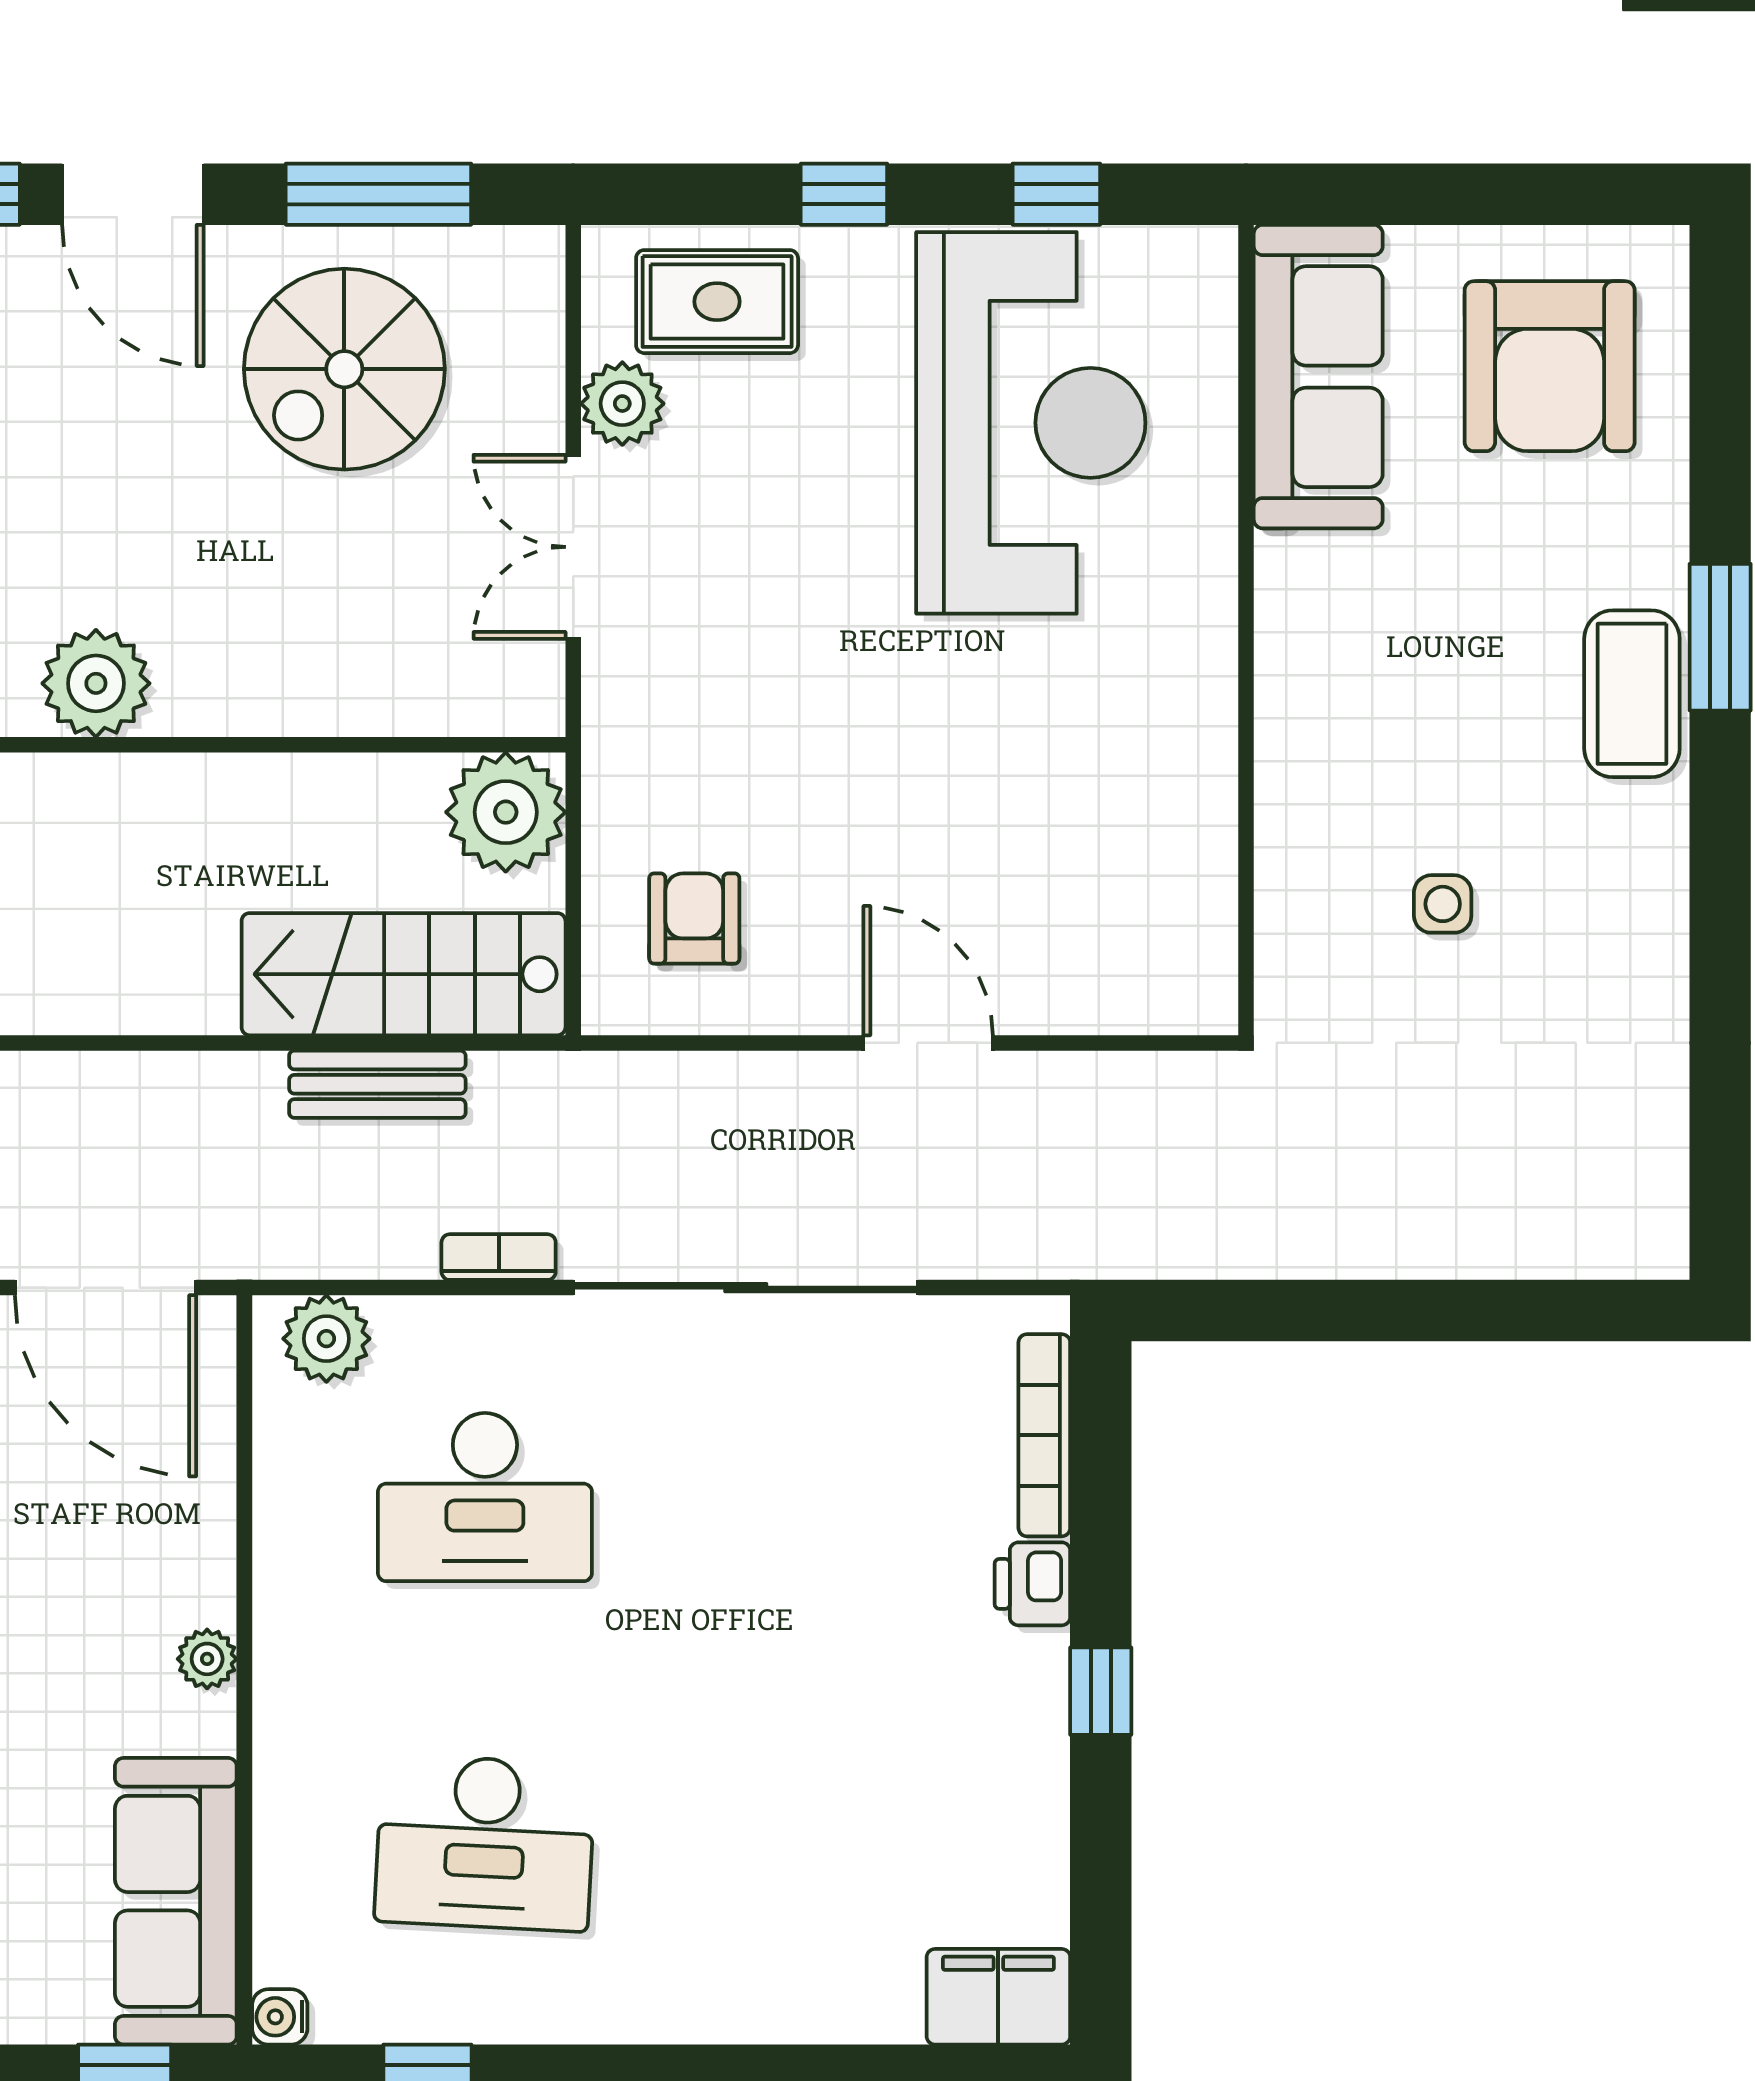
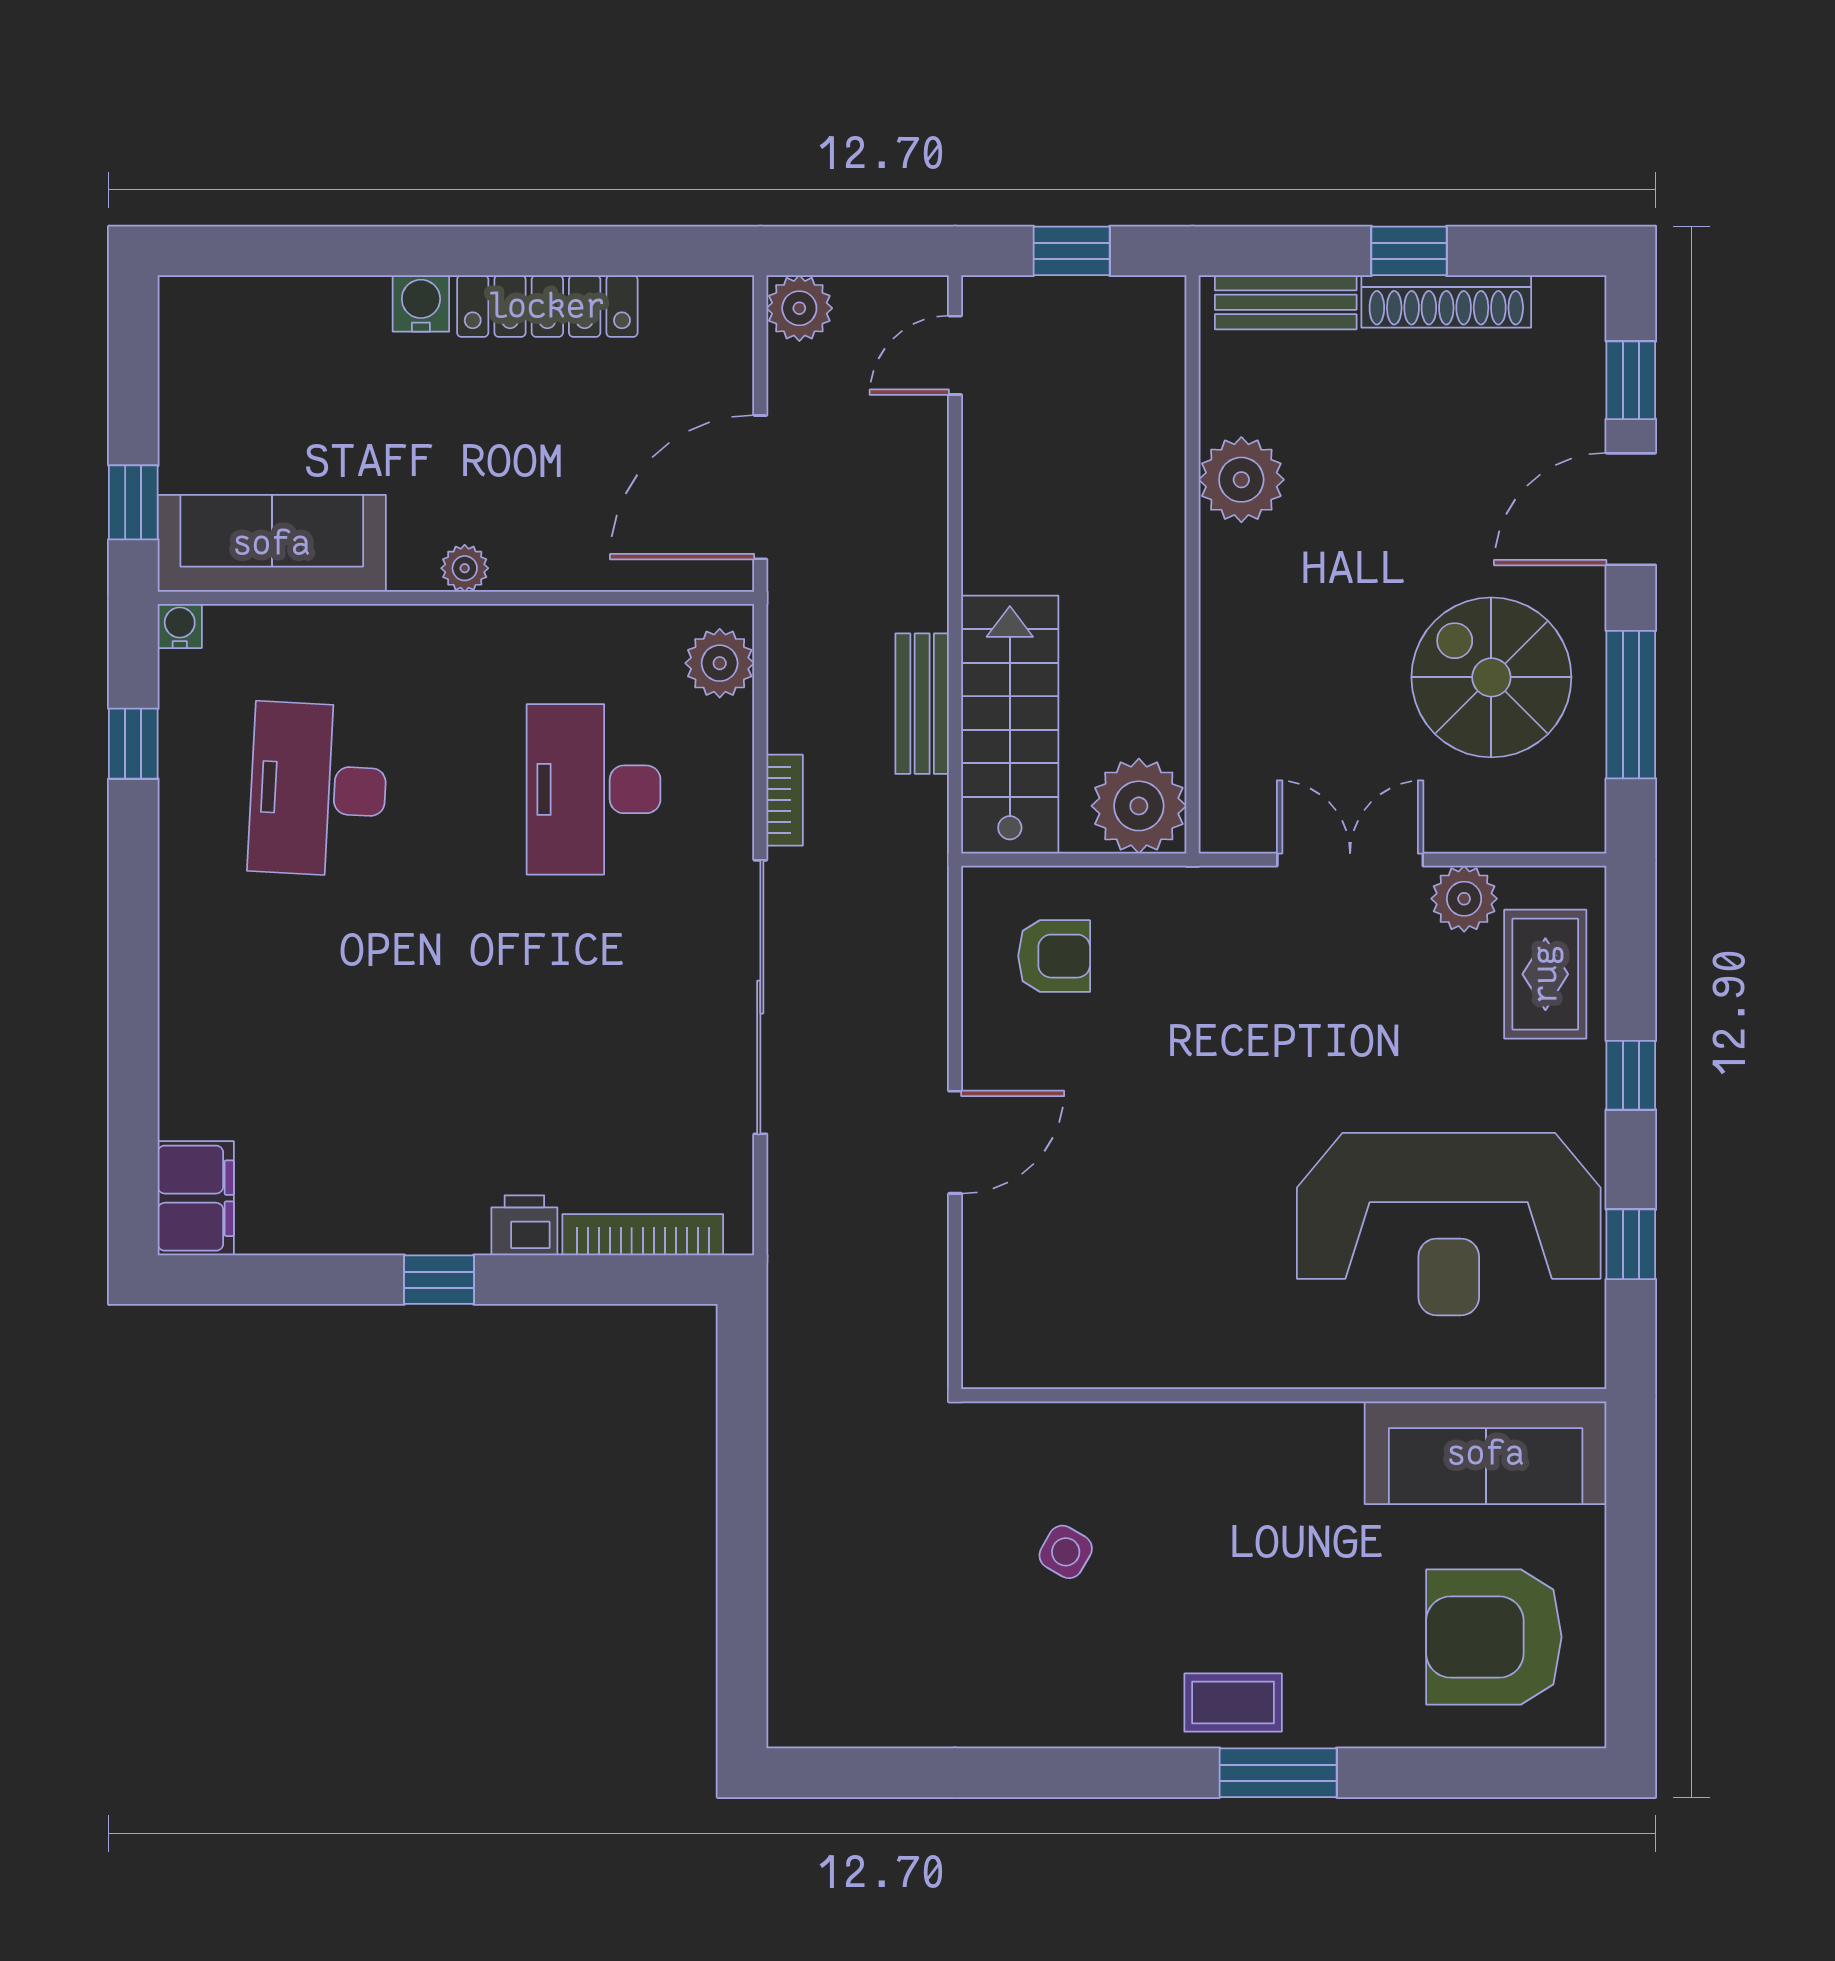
coffee table: (1632, 694) -> (1233, 1703), width x0.73, depth x0.77
side table: (1443, 904) -> (1066, 1552), turned 30

